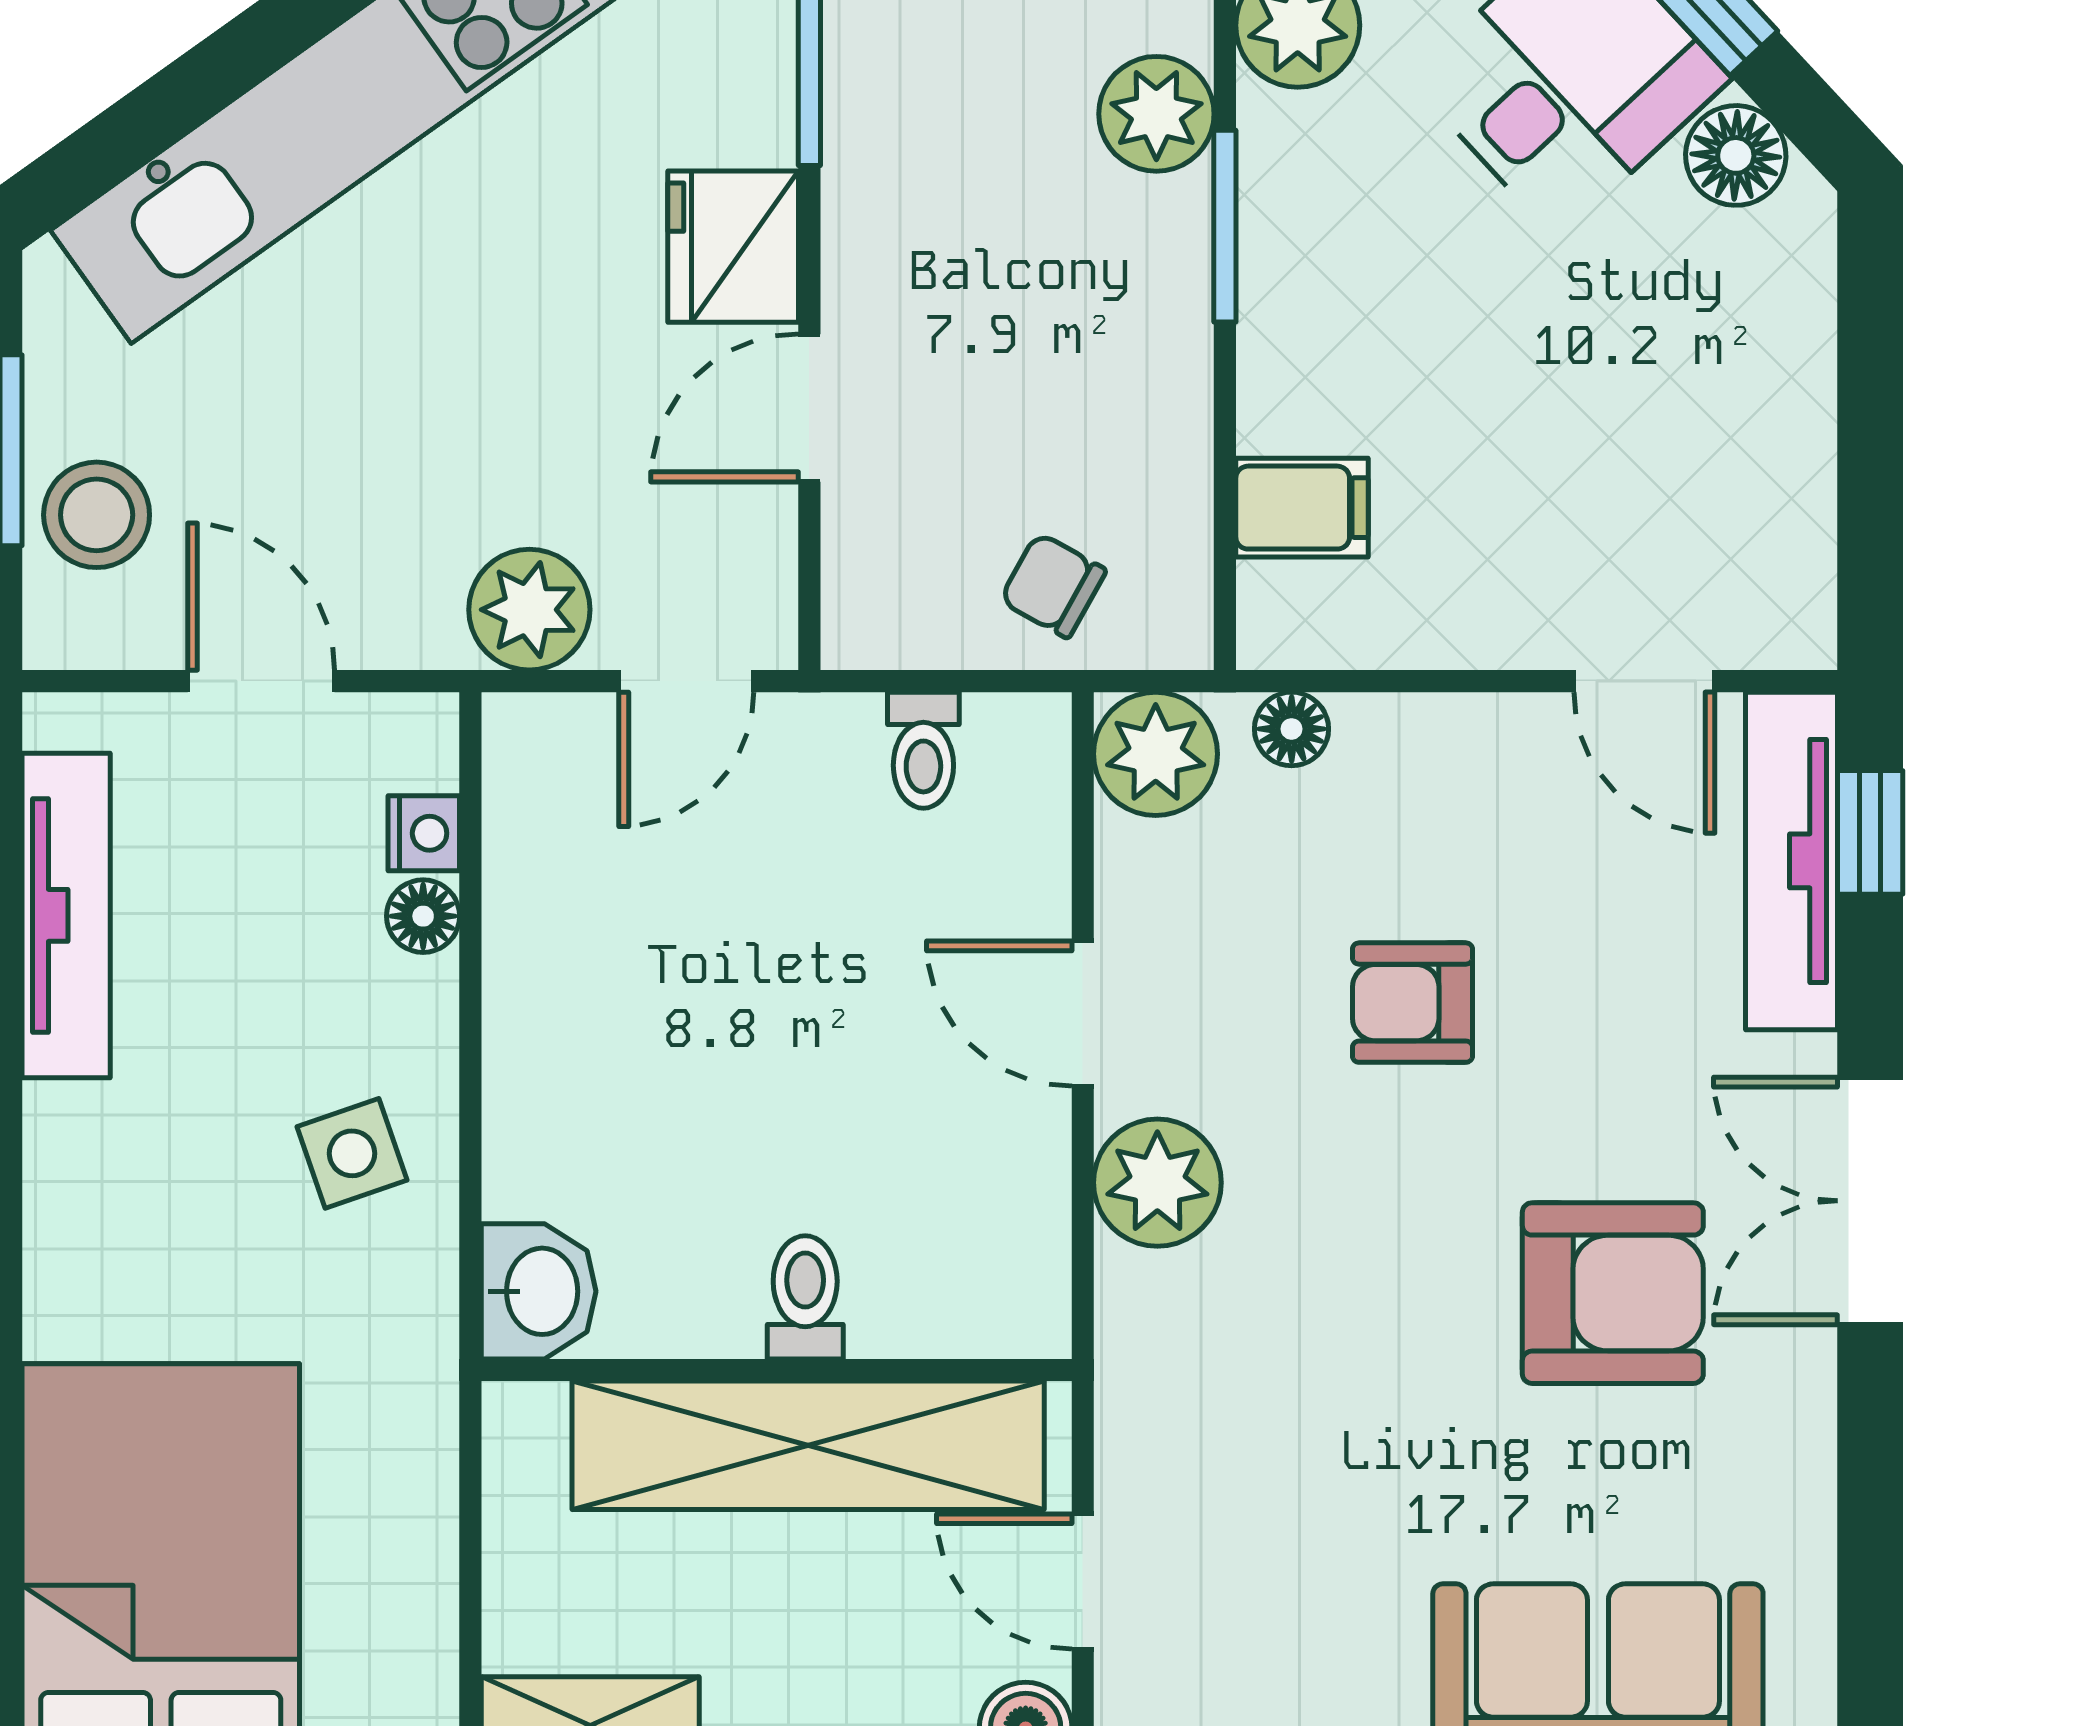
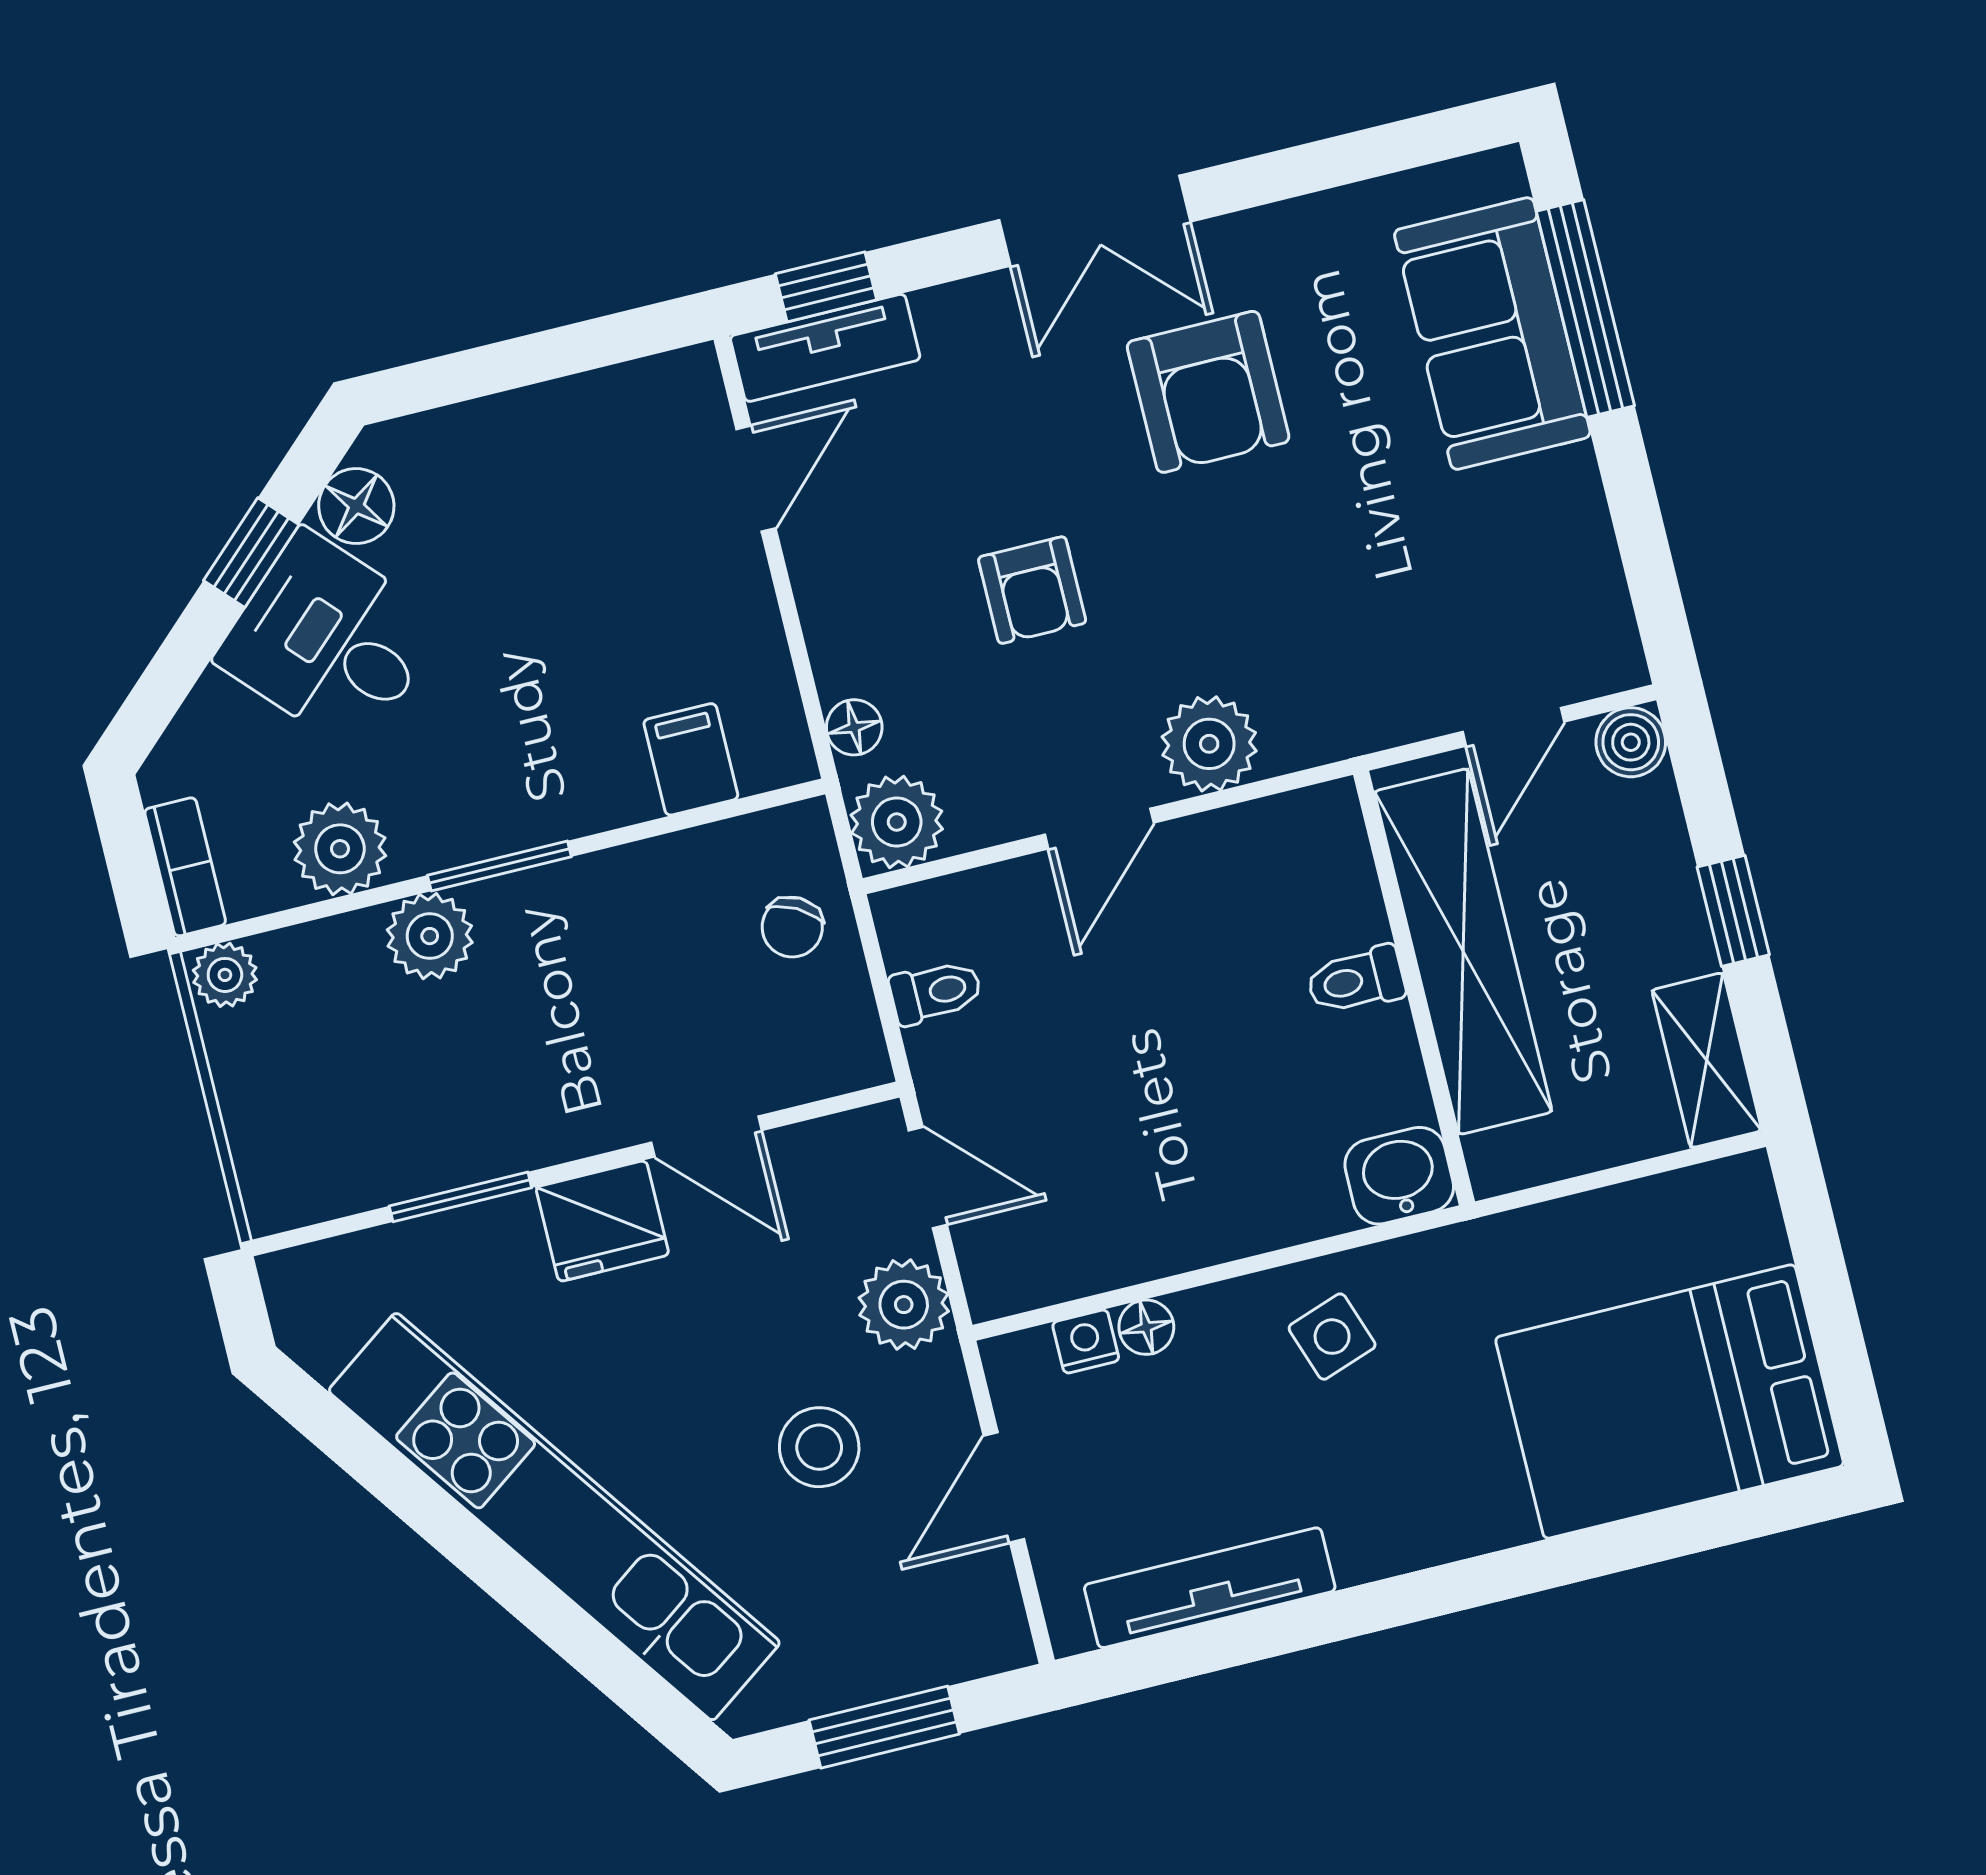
stool: (97, 515) -> (819, 1447), moved
tv unit: (1791, 861) -> (825, 348), width x0.71
armchair: (1613, 1293) -> (1208, 392), turned 180

